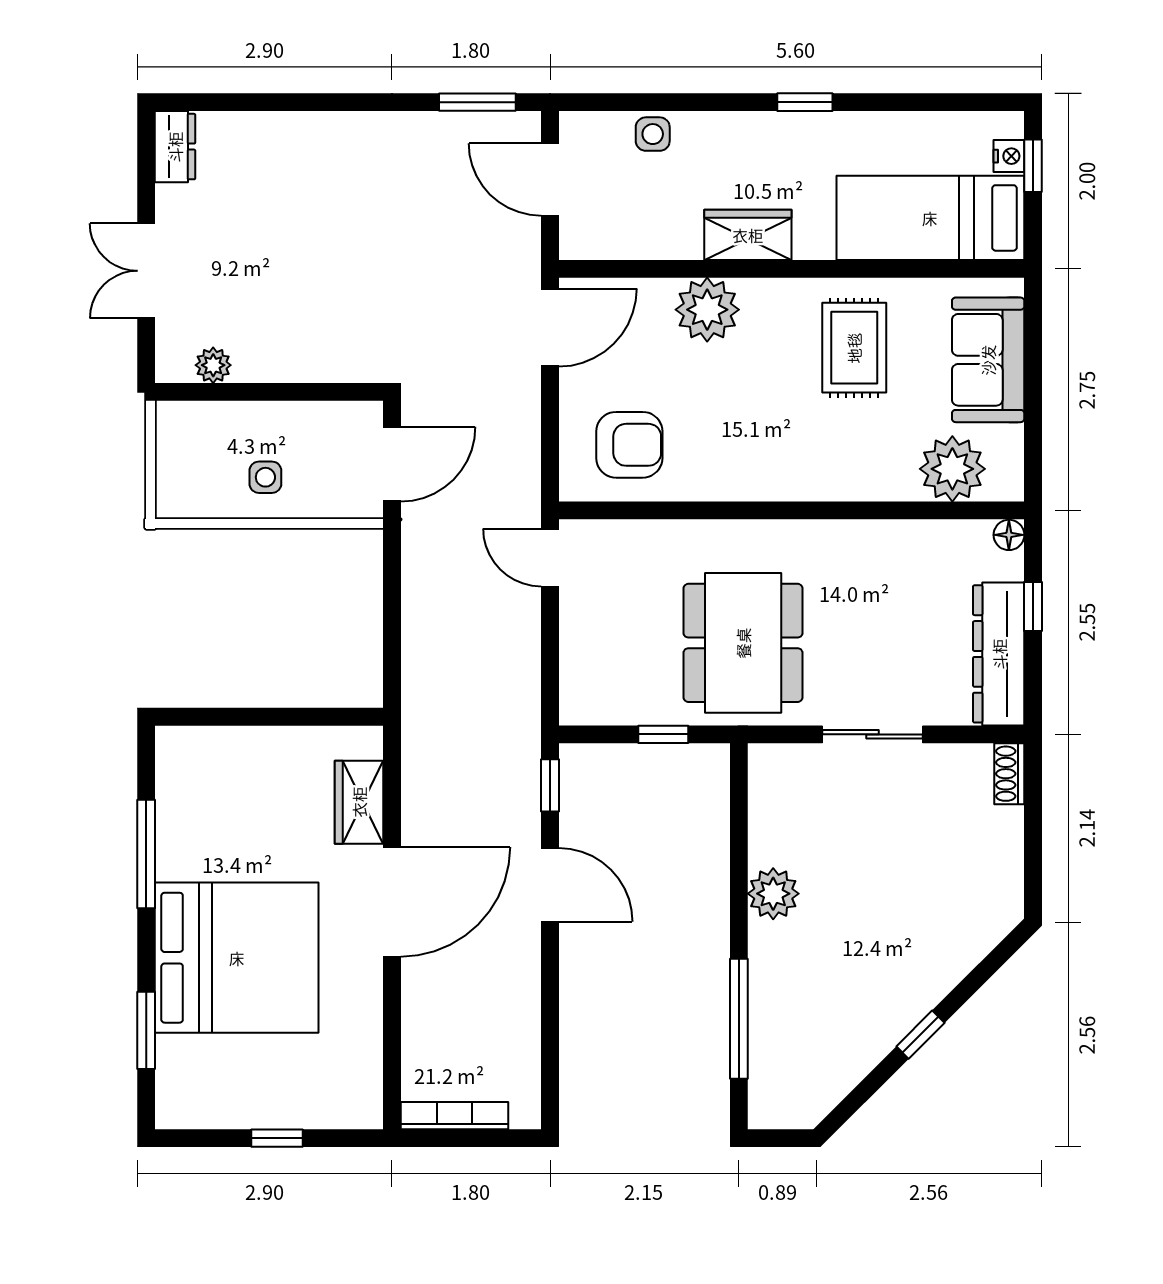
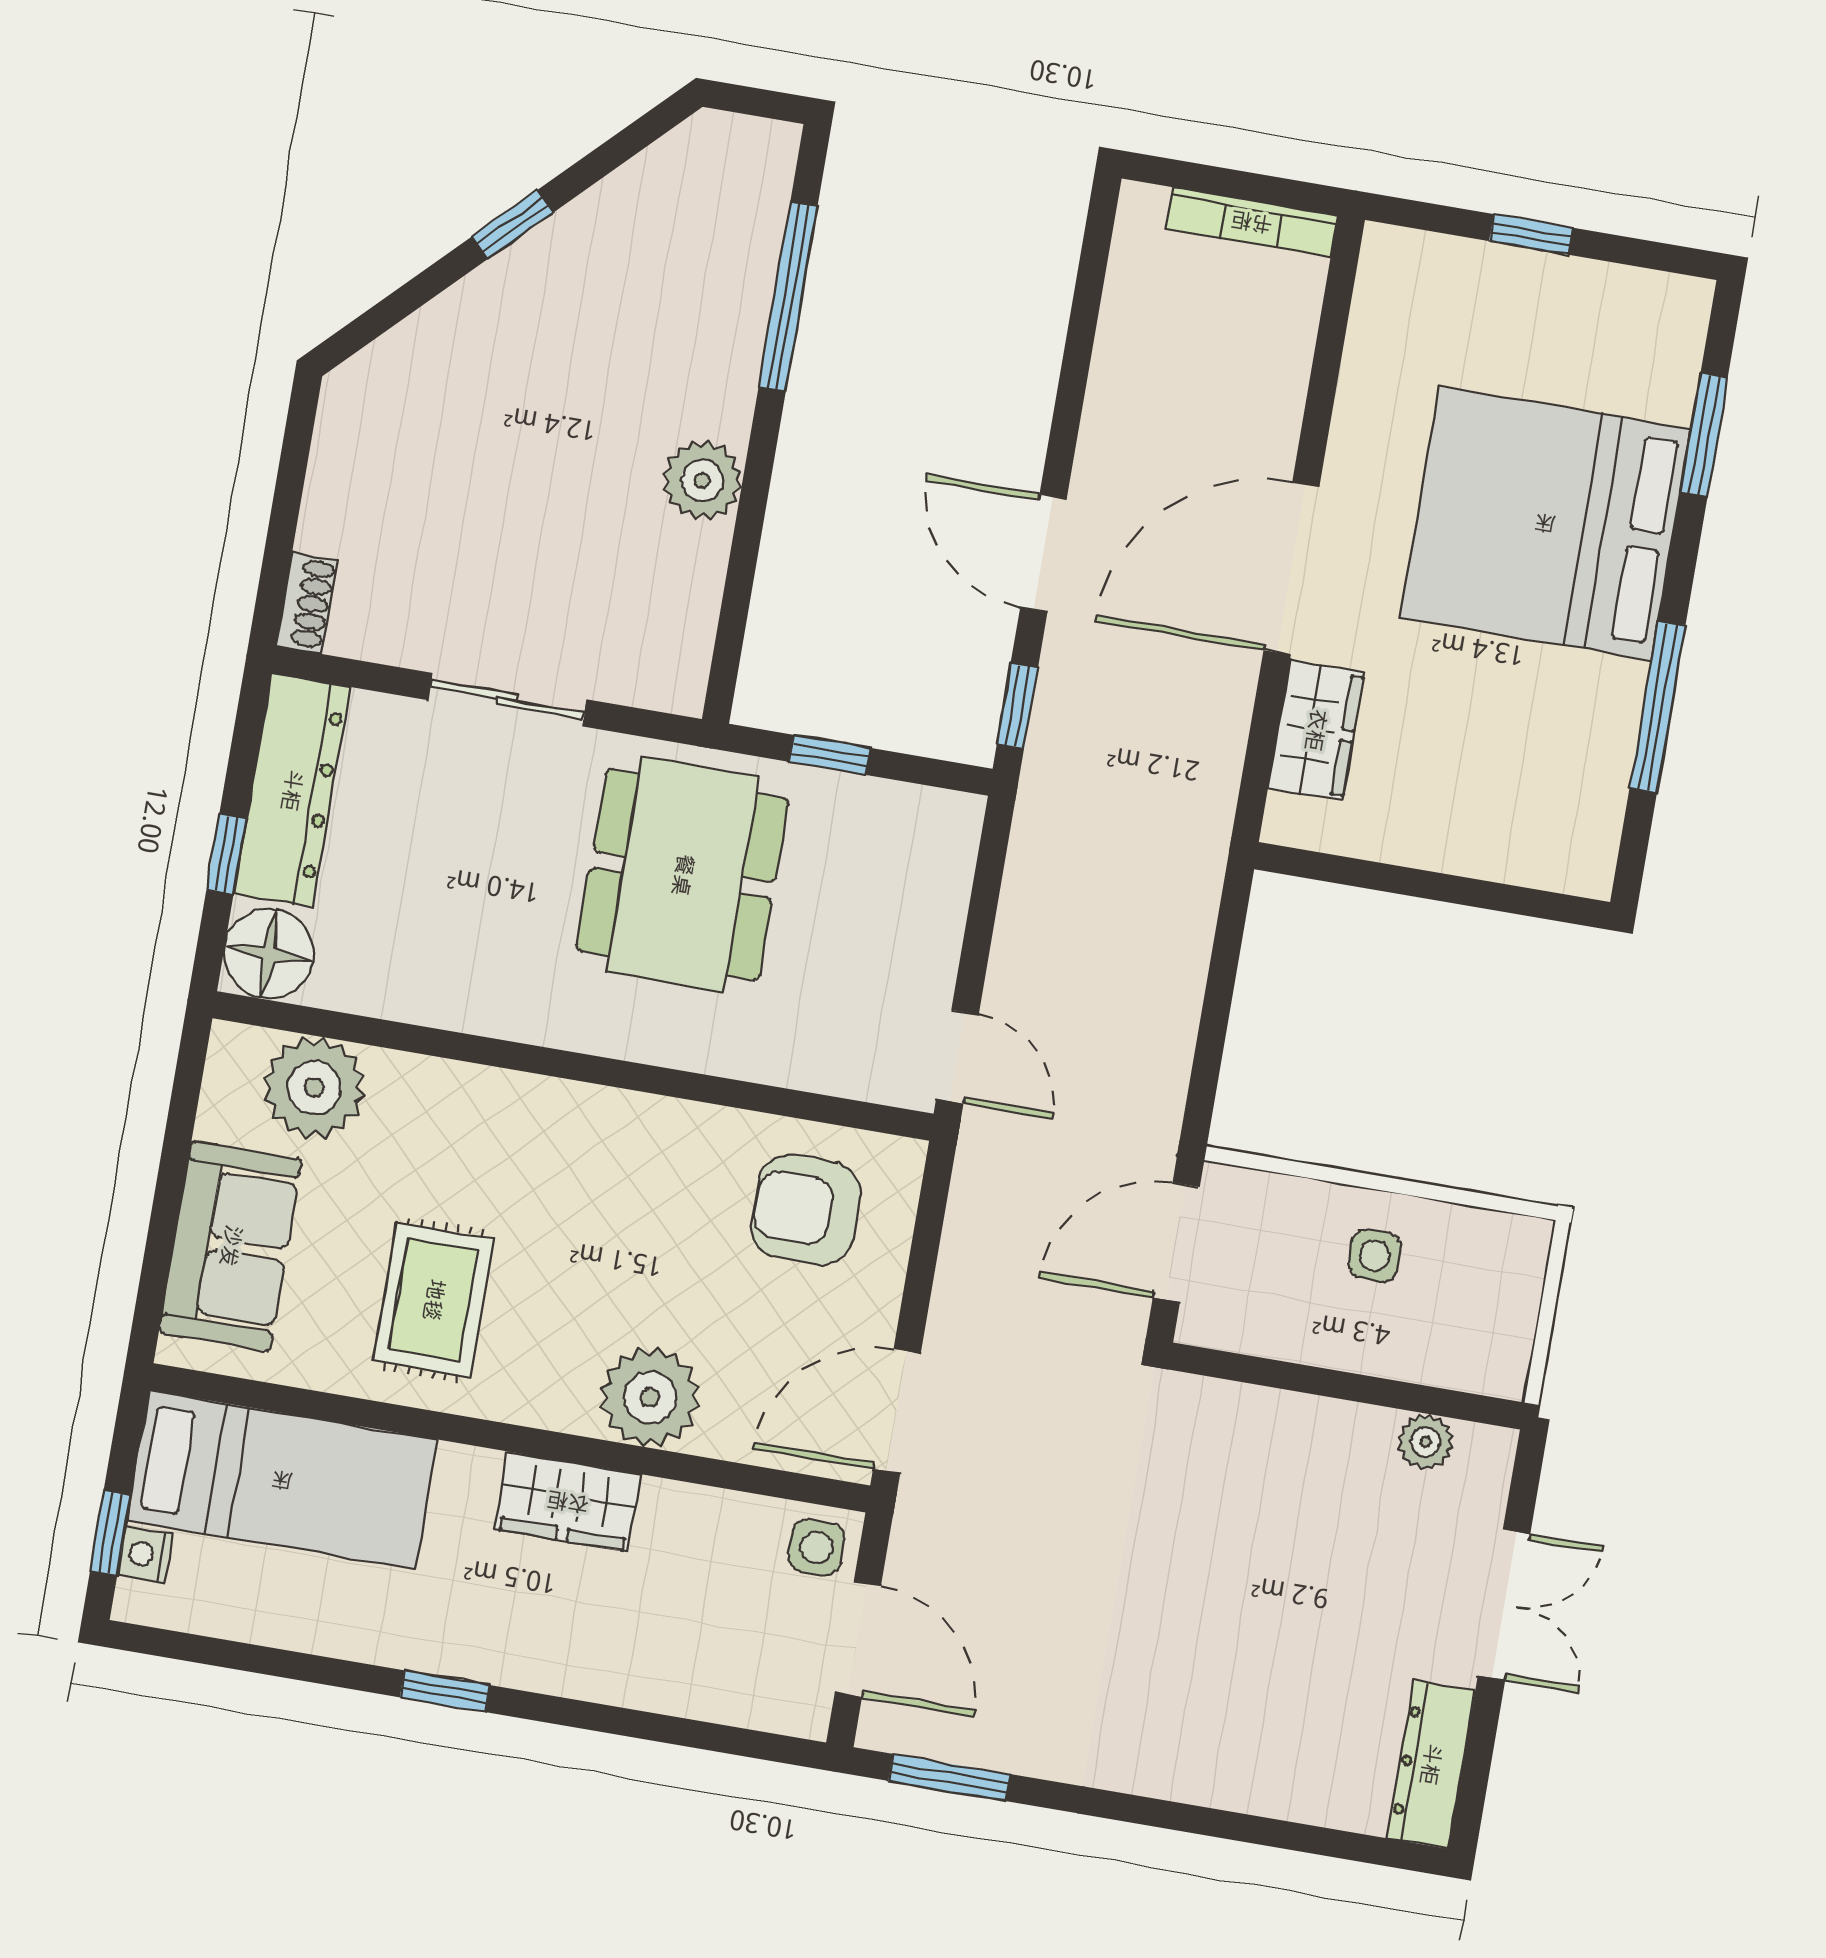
side table: (653, 134) -> (817, 1547), moved
dresser: (175, 147) -> (1431, 1764), width x1.44
floor lamp: (1009, 535) -> (269, 954), width x1.89, depth x1.89

